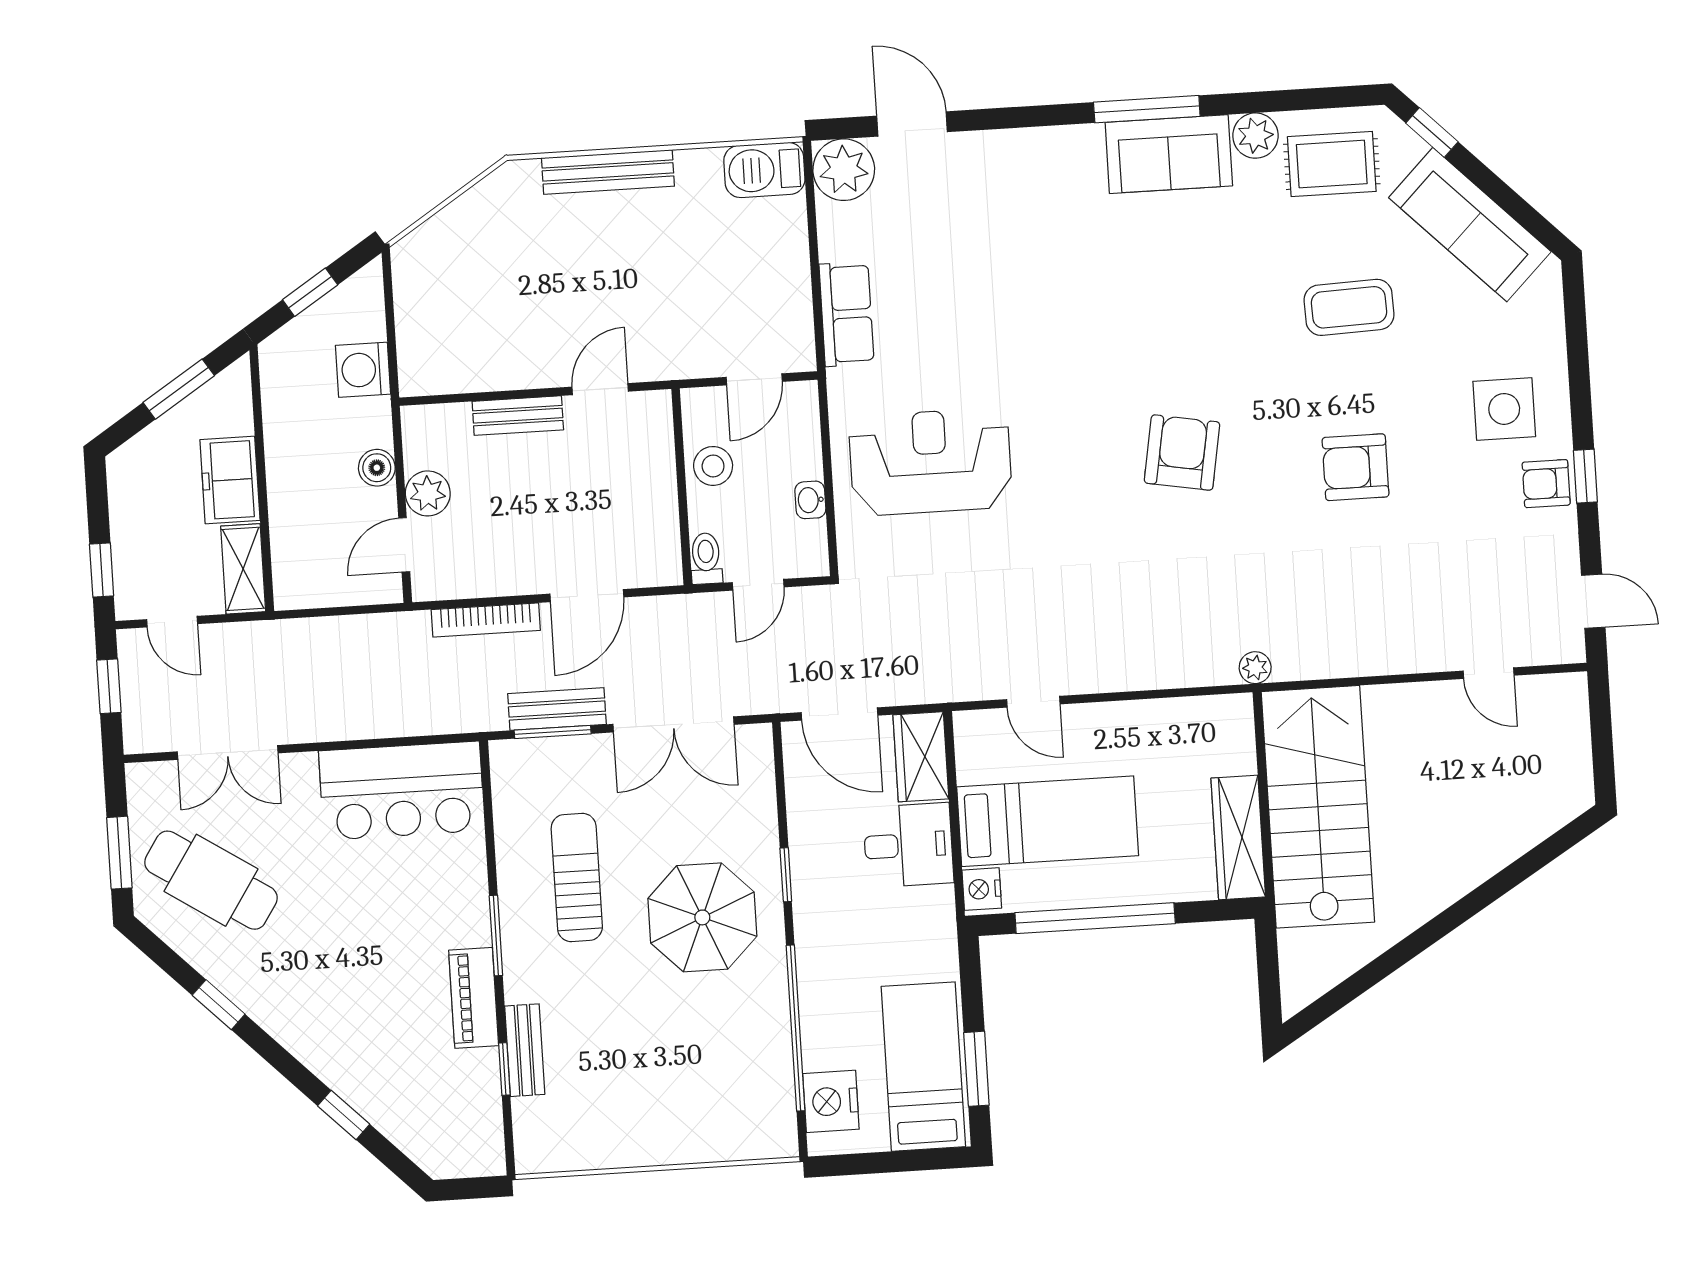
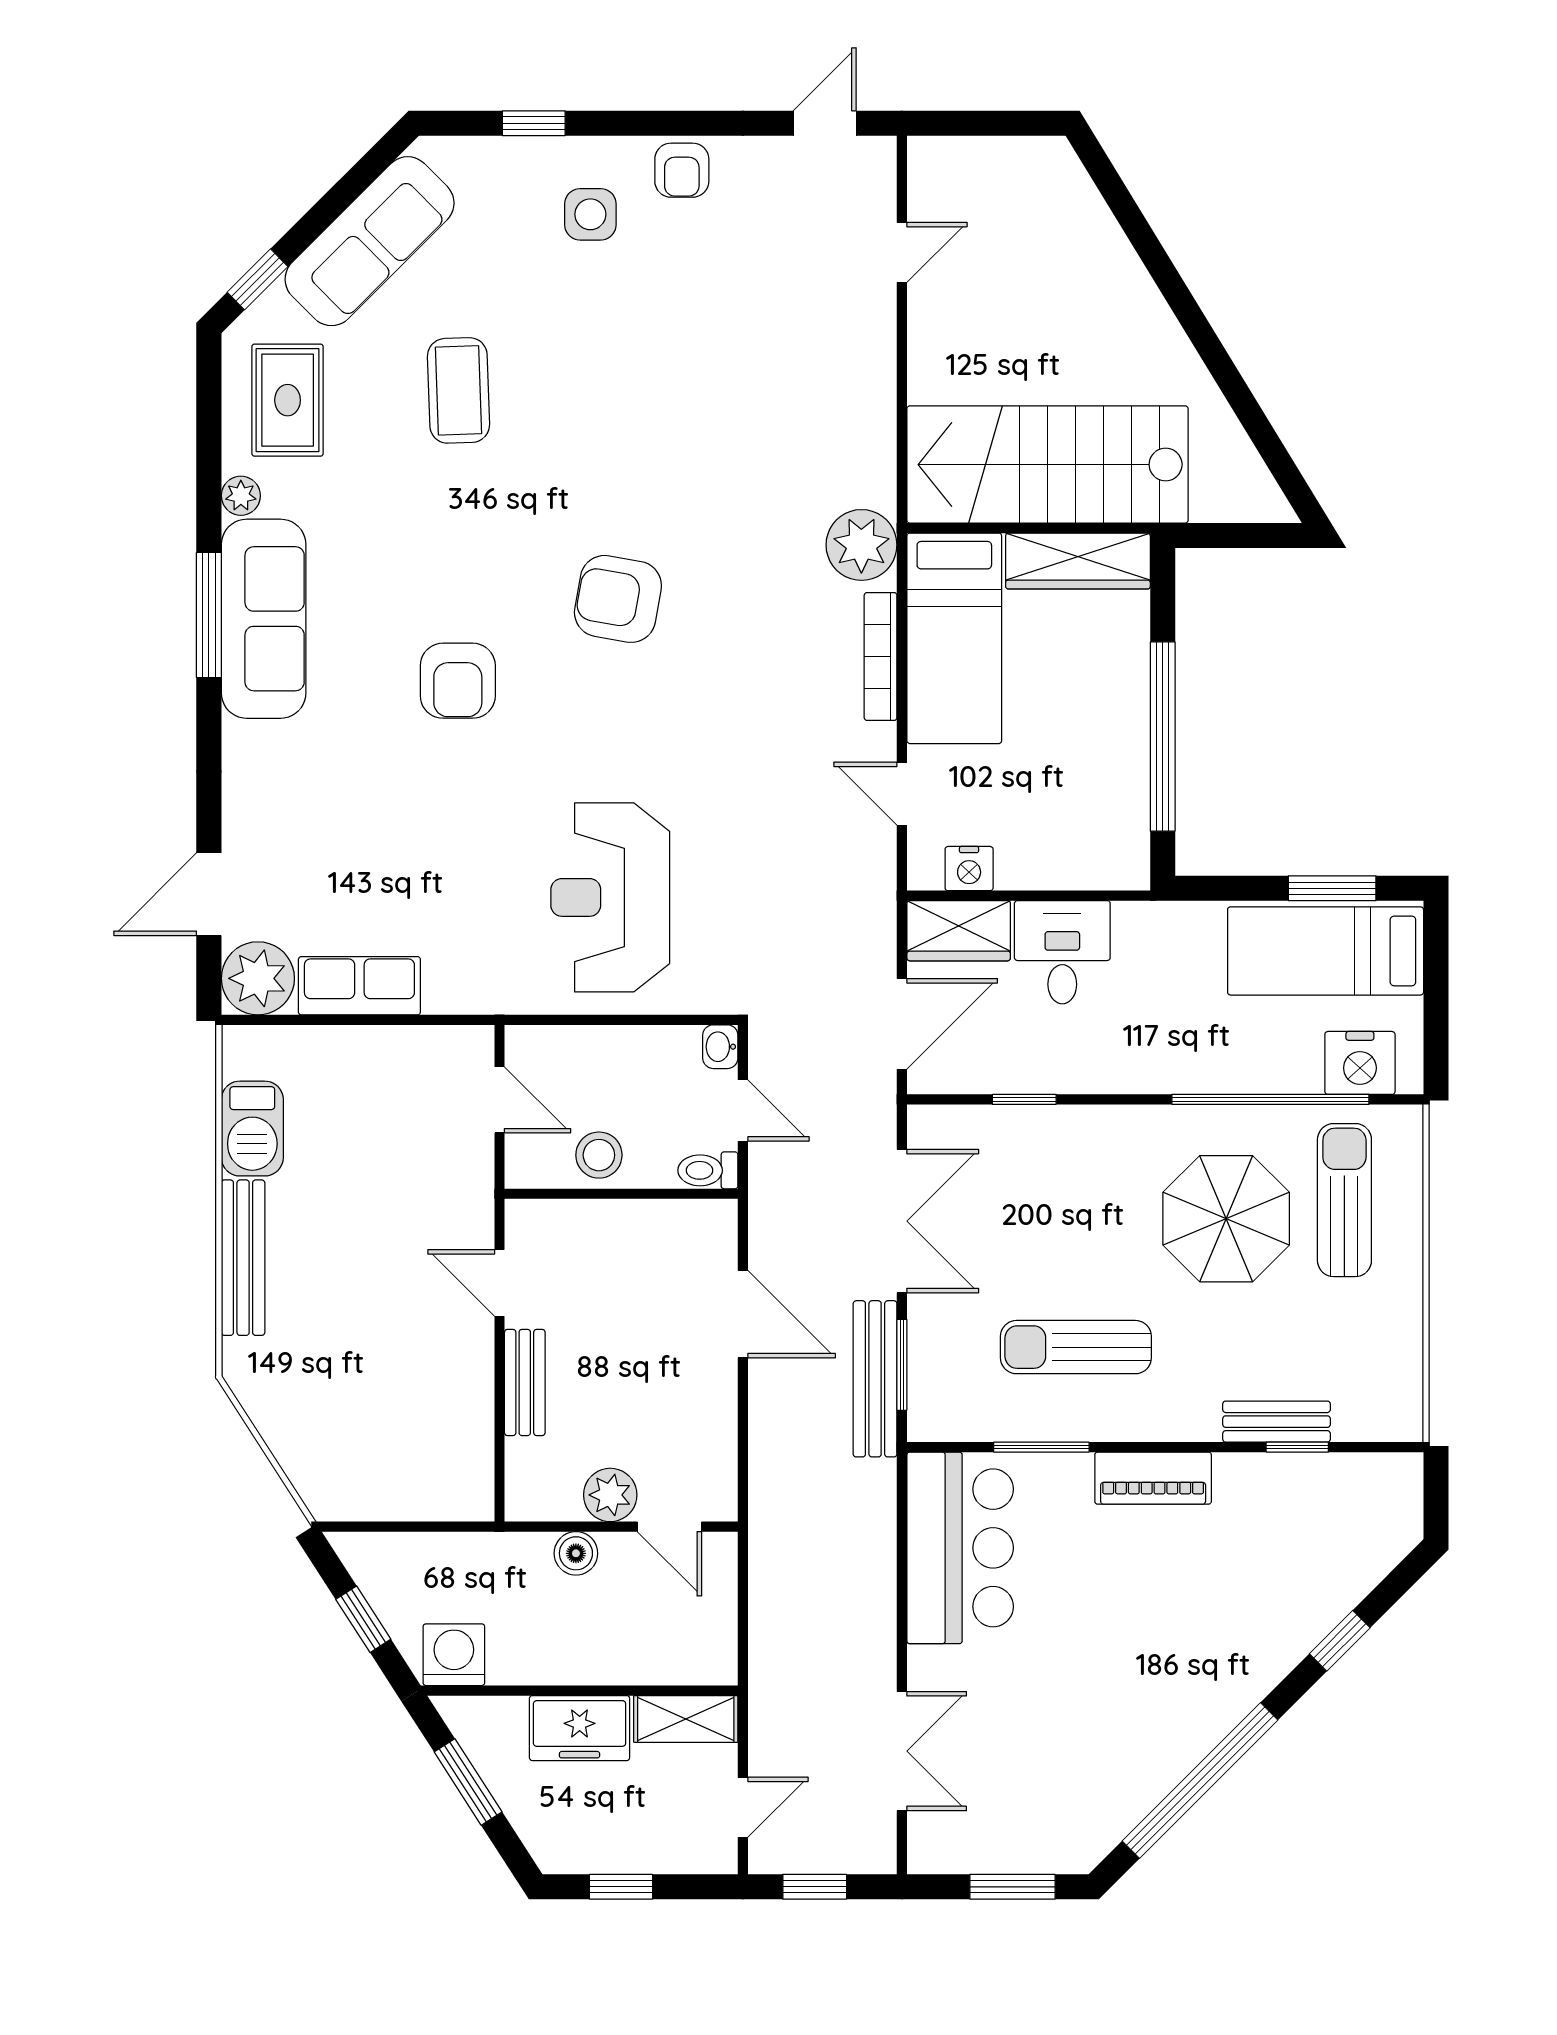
plant: (1255, 136) -> (241, 496), width x0.73, depth x0.73
sofa: (1169, 154) -> (264, 619), width x1.36
barbecue: (764, 170) -> (252, 1129), moved
row of seats: (847, 314) -> (359, 986), moved
washing machine: (363, 370) -> (454, 1655), moved, turned 180
side table: (1504, 409) -> (590, 214), width x0.73, depth x0.73
armchair: (1356, 467) -> (458, 681), moved
window: (1585, 476) -> (534, 123), moved
washbasin: (810, 500) -> (720, 1047), moved, turned 90
window: (102, 570) -> (621, 1887), moved
bookcase: (486, 620) -> (881, 656), moved, turned 180
plant: (1255, 668) -> (861, 545), width x1.87, depth x1.87
door: (1033, 702) -> (902, 794), swing flipped
bench: (557, 709) -> (875, 1379), width x1.36
bed: (1048, 821) -> (954, 638), moved, turned 180
window: (786, 875) -> (1024, 1099), moved
cafe table: (211, 880) -> (1052, 1780), removed
nightstand: (982, 889) -> (969, 869), moved
parasol: (702, 917) -> (1226, 1219), moved
window: (496, 936) -> (1041, 1447), moved
piano: (474, 998) -> (1153, 1478), moved
window: (219, 1005) -> (1200, 1781), width x3.17
sun lounger: (715, 1096) -> (1344, 1200), added

